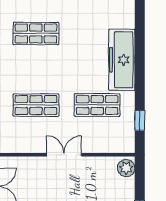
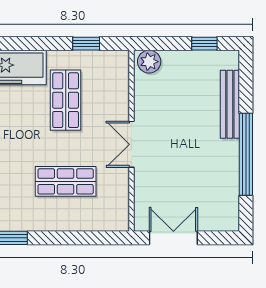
shop shelf: (36, 105) -> (66, 181), turned 90

